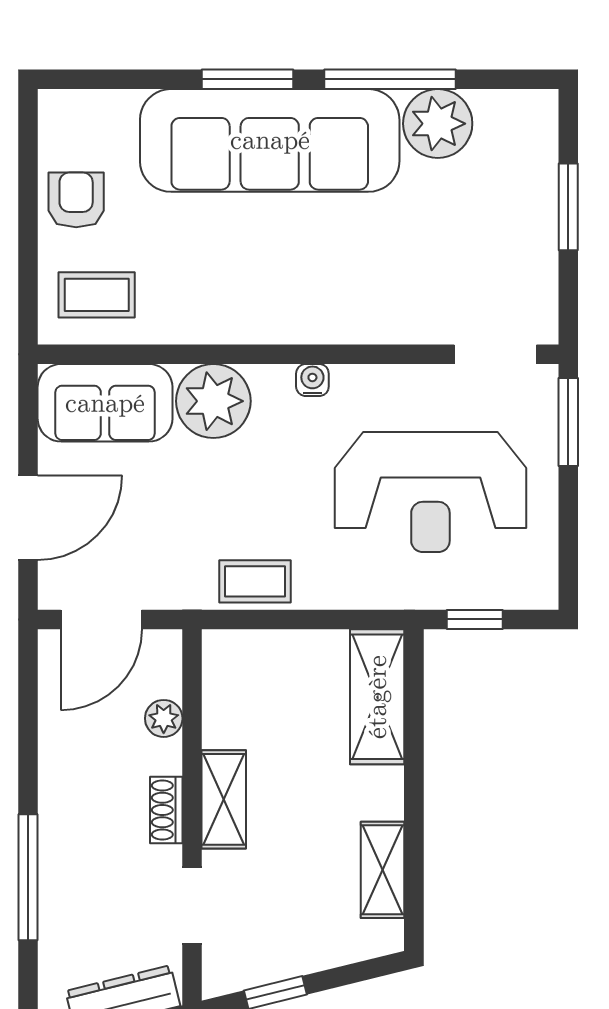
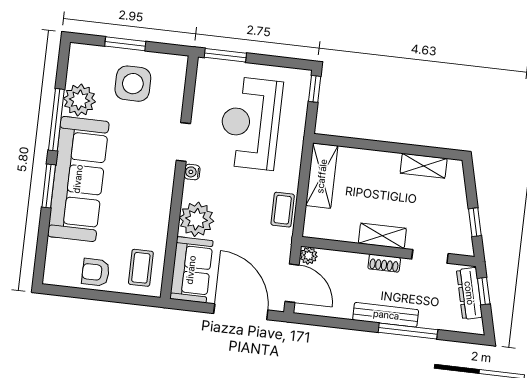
side table: (486, 233) -> (133, 84), added
doorway: (495, 354) -> (183, 142), moved
reception desk: (430, 492) -> (250, 123), turned 180
door: (28, 518) -> (241, 312), width x1.36
window: (475, 619) -> (315, 89), moved
shelving: (377, 697) -> (322, 176), moved, turned 90
plant: (164, 718) -> (309, 256), moved
bench: (57, 826) -> (386, 315), added

